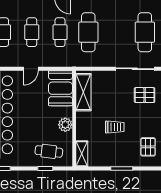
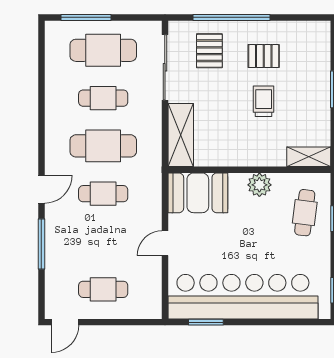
cafe table: (32, 32) -> (103, 98), moved
door: (31, 69) -> (165, 243), swing flipped
shelving: (83, 92) -> (181, 135), moved, turned 90
pallet: (148, 147) -> (264, 56), moved

